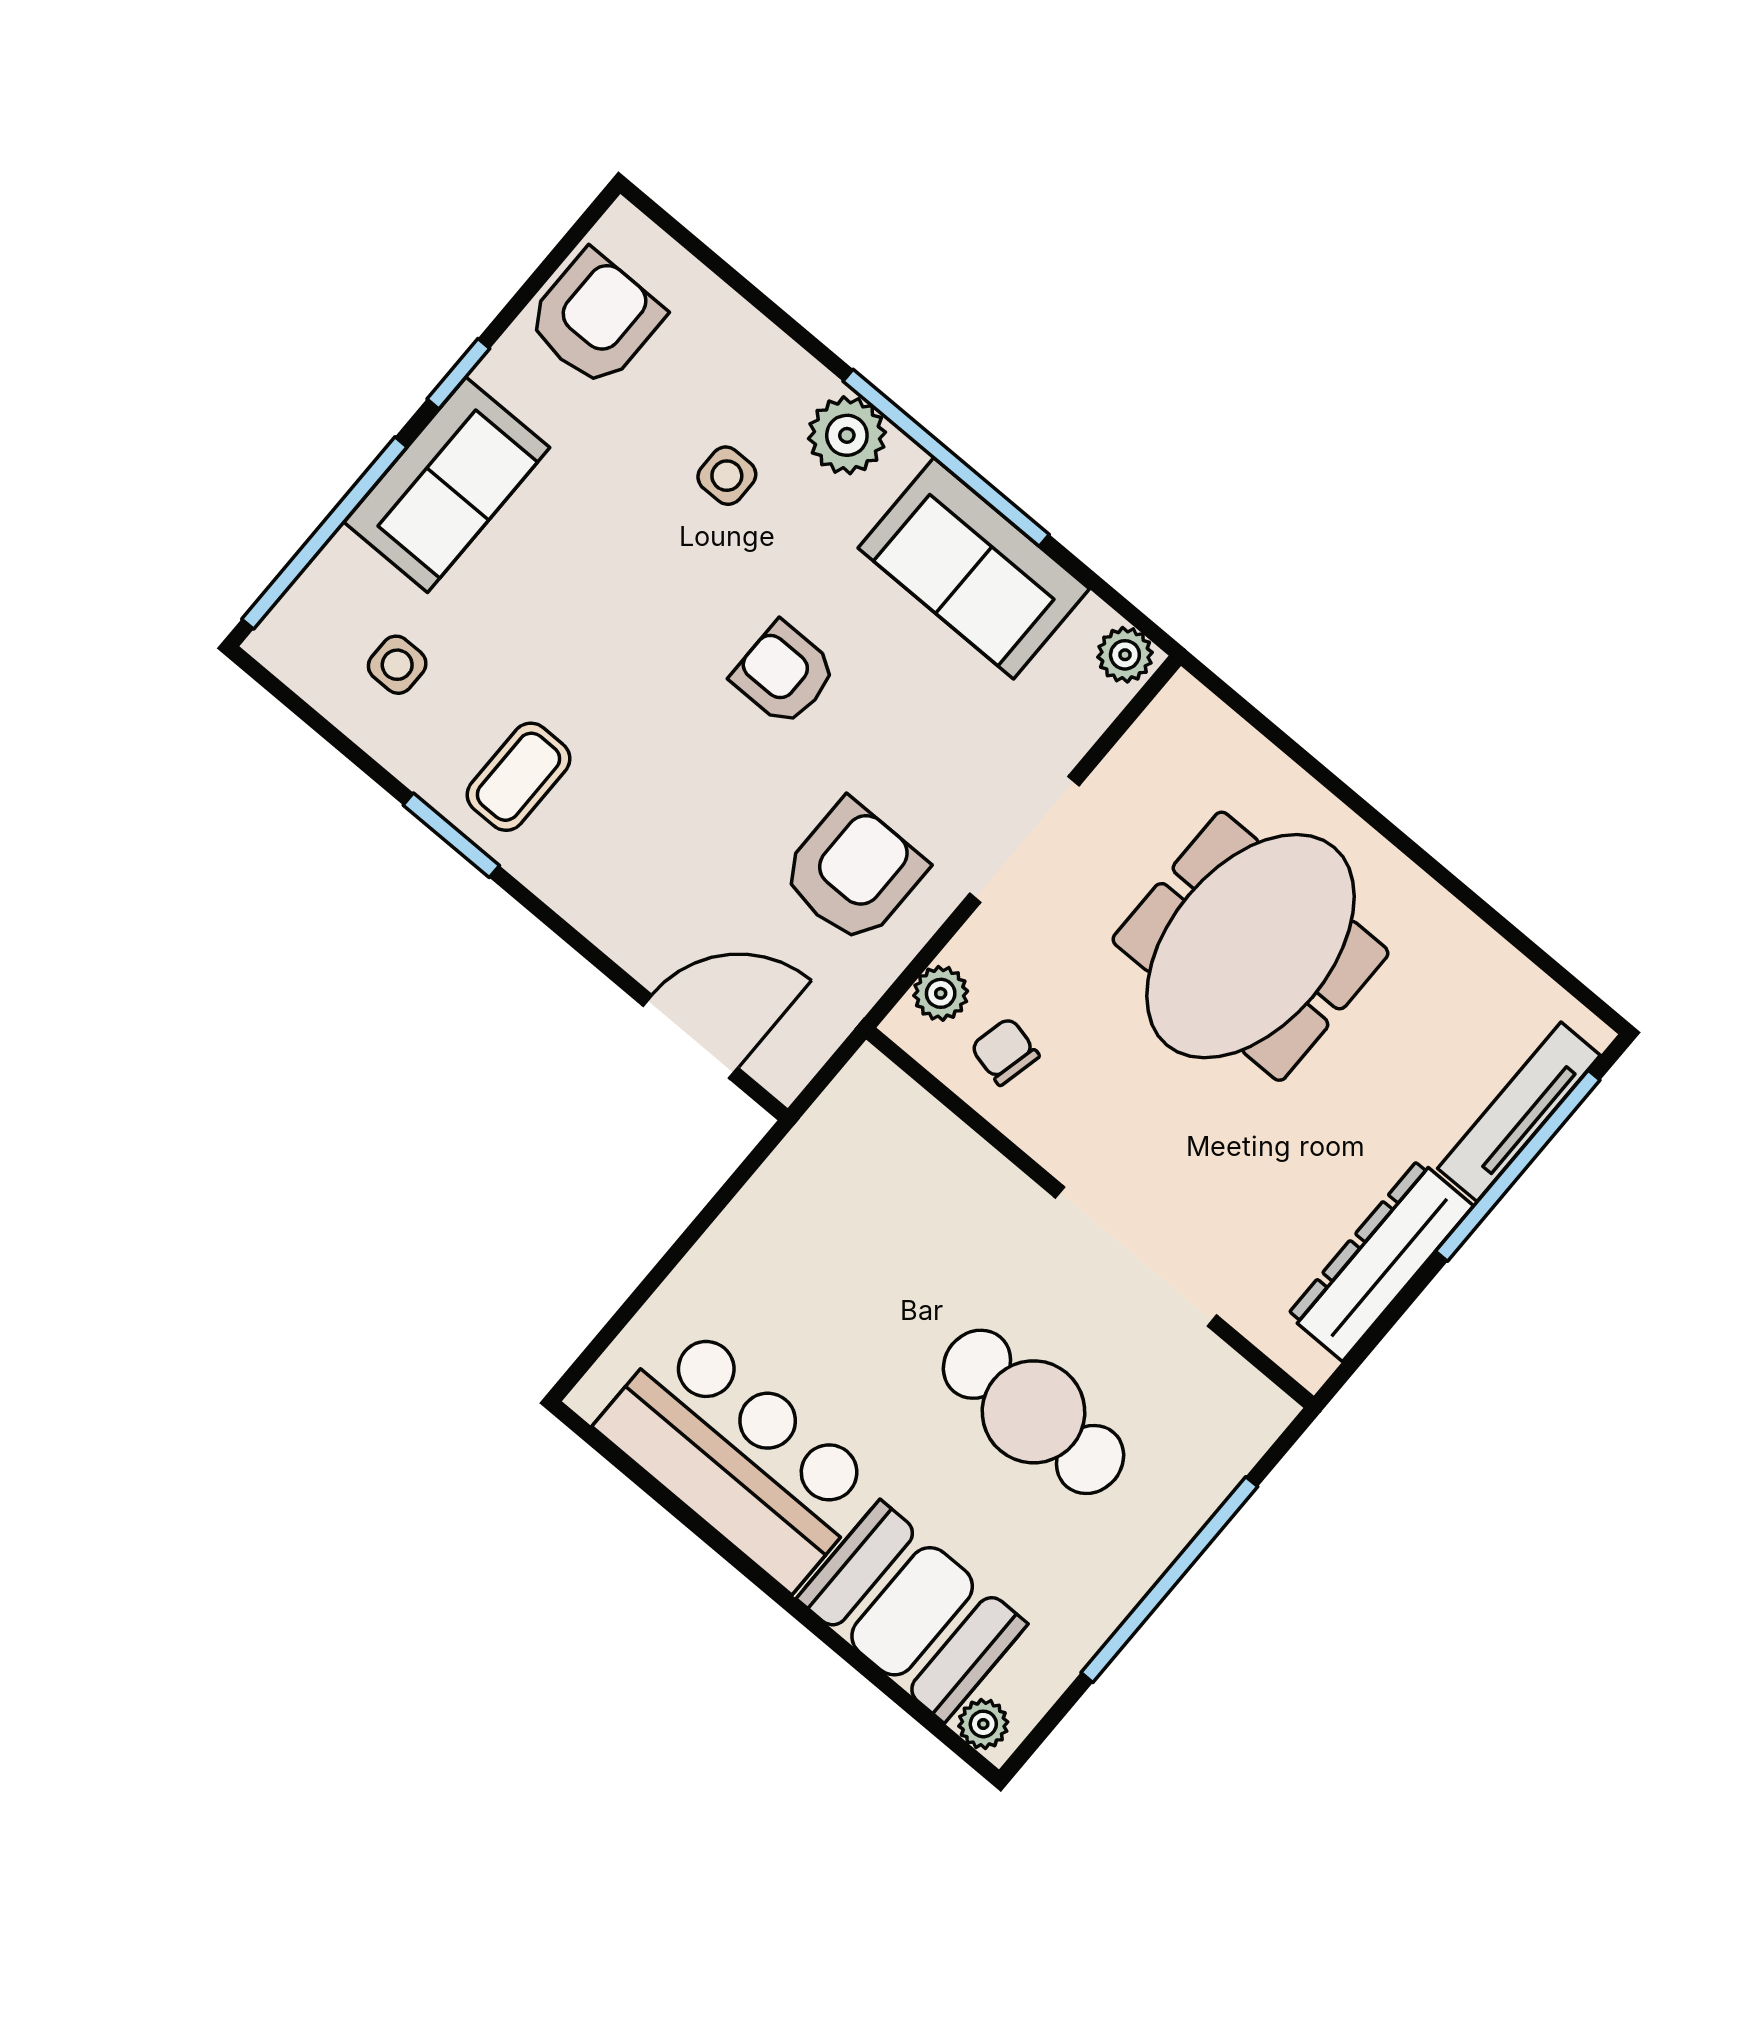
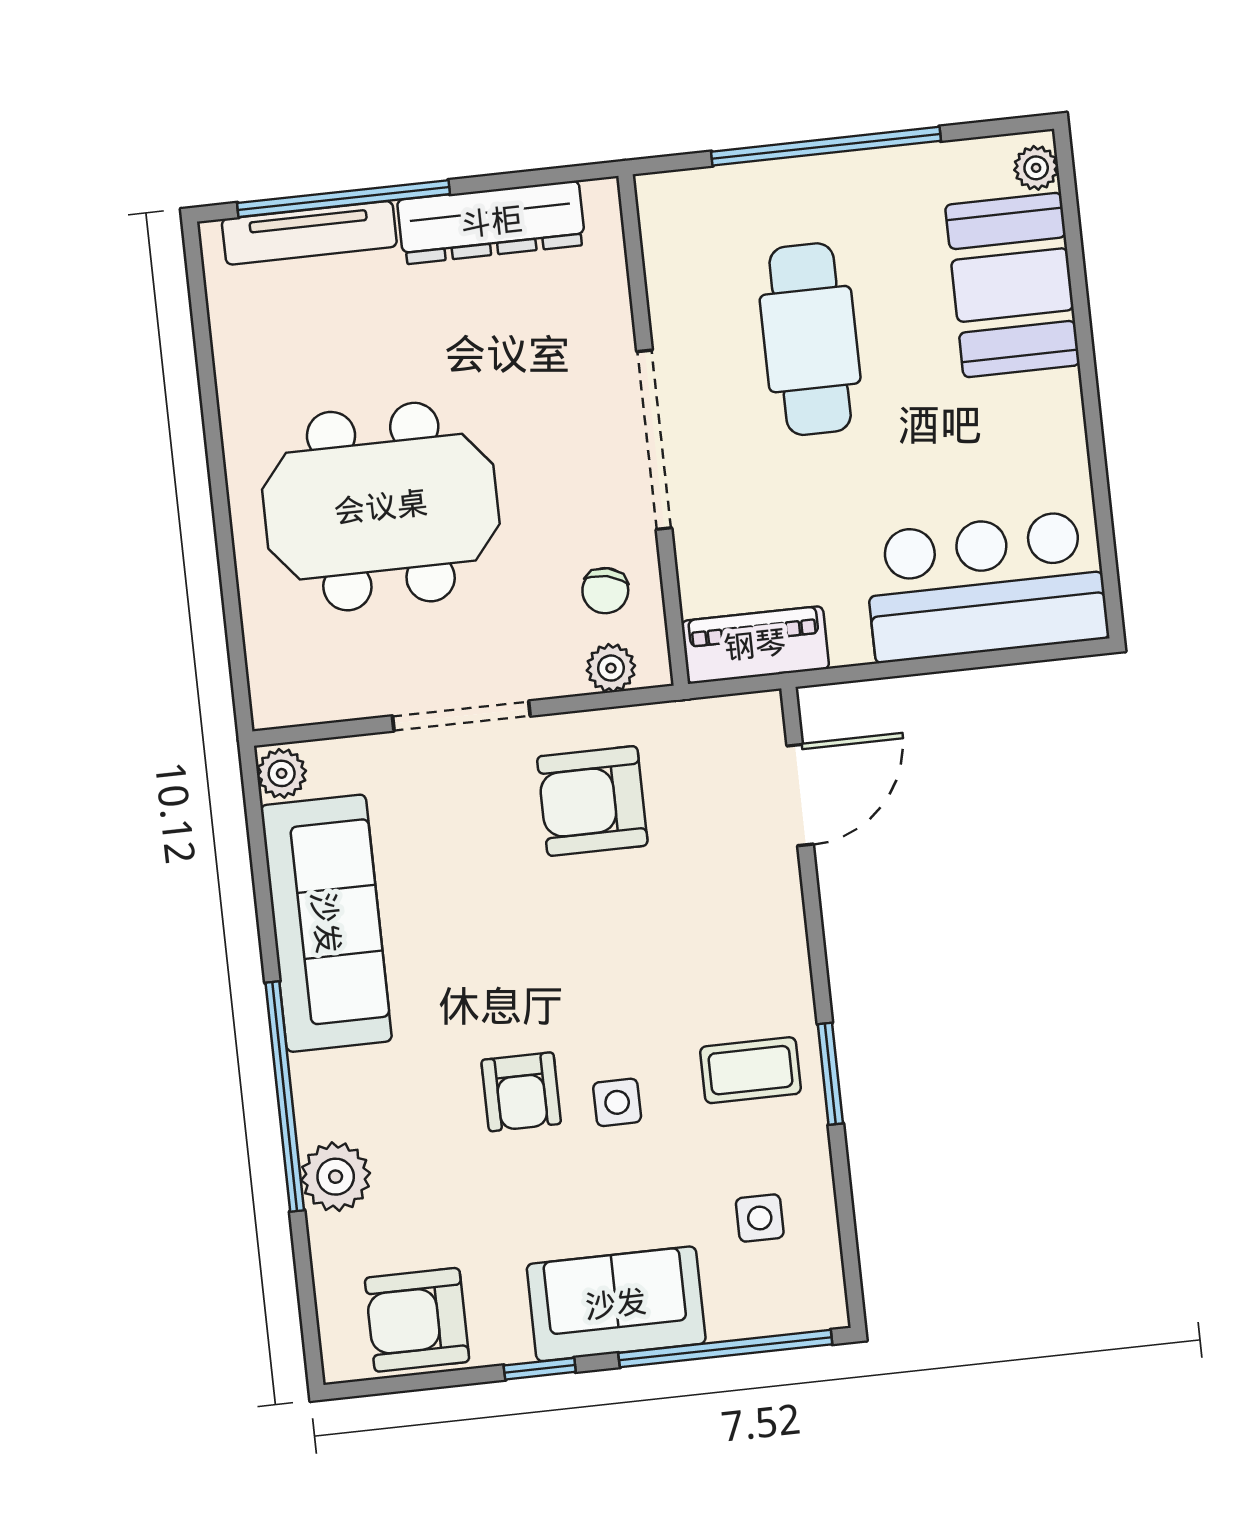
plant: (847, 435) -> (336, 1177), moved
window: (946, 458) -> (285, 1097), moved
side table: (727, 476) -> (617, 1102), moved
sofa: (974, 568) -> (326, 923), width x1.36
armchair: (784, 674) -> (521, 1092), moved
door: (690, 1037) -> (800, 795), swing flipped
piano: (842, 1123) -> (755, 645), added
doorway: (1136, 1256) -> (654, 440), moved
bar counter: (739, 1455) -> (986, 586), moved, turned 90

